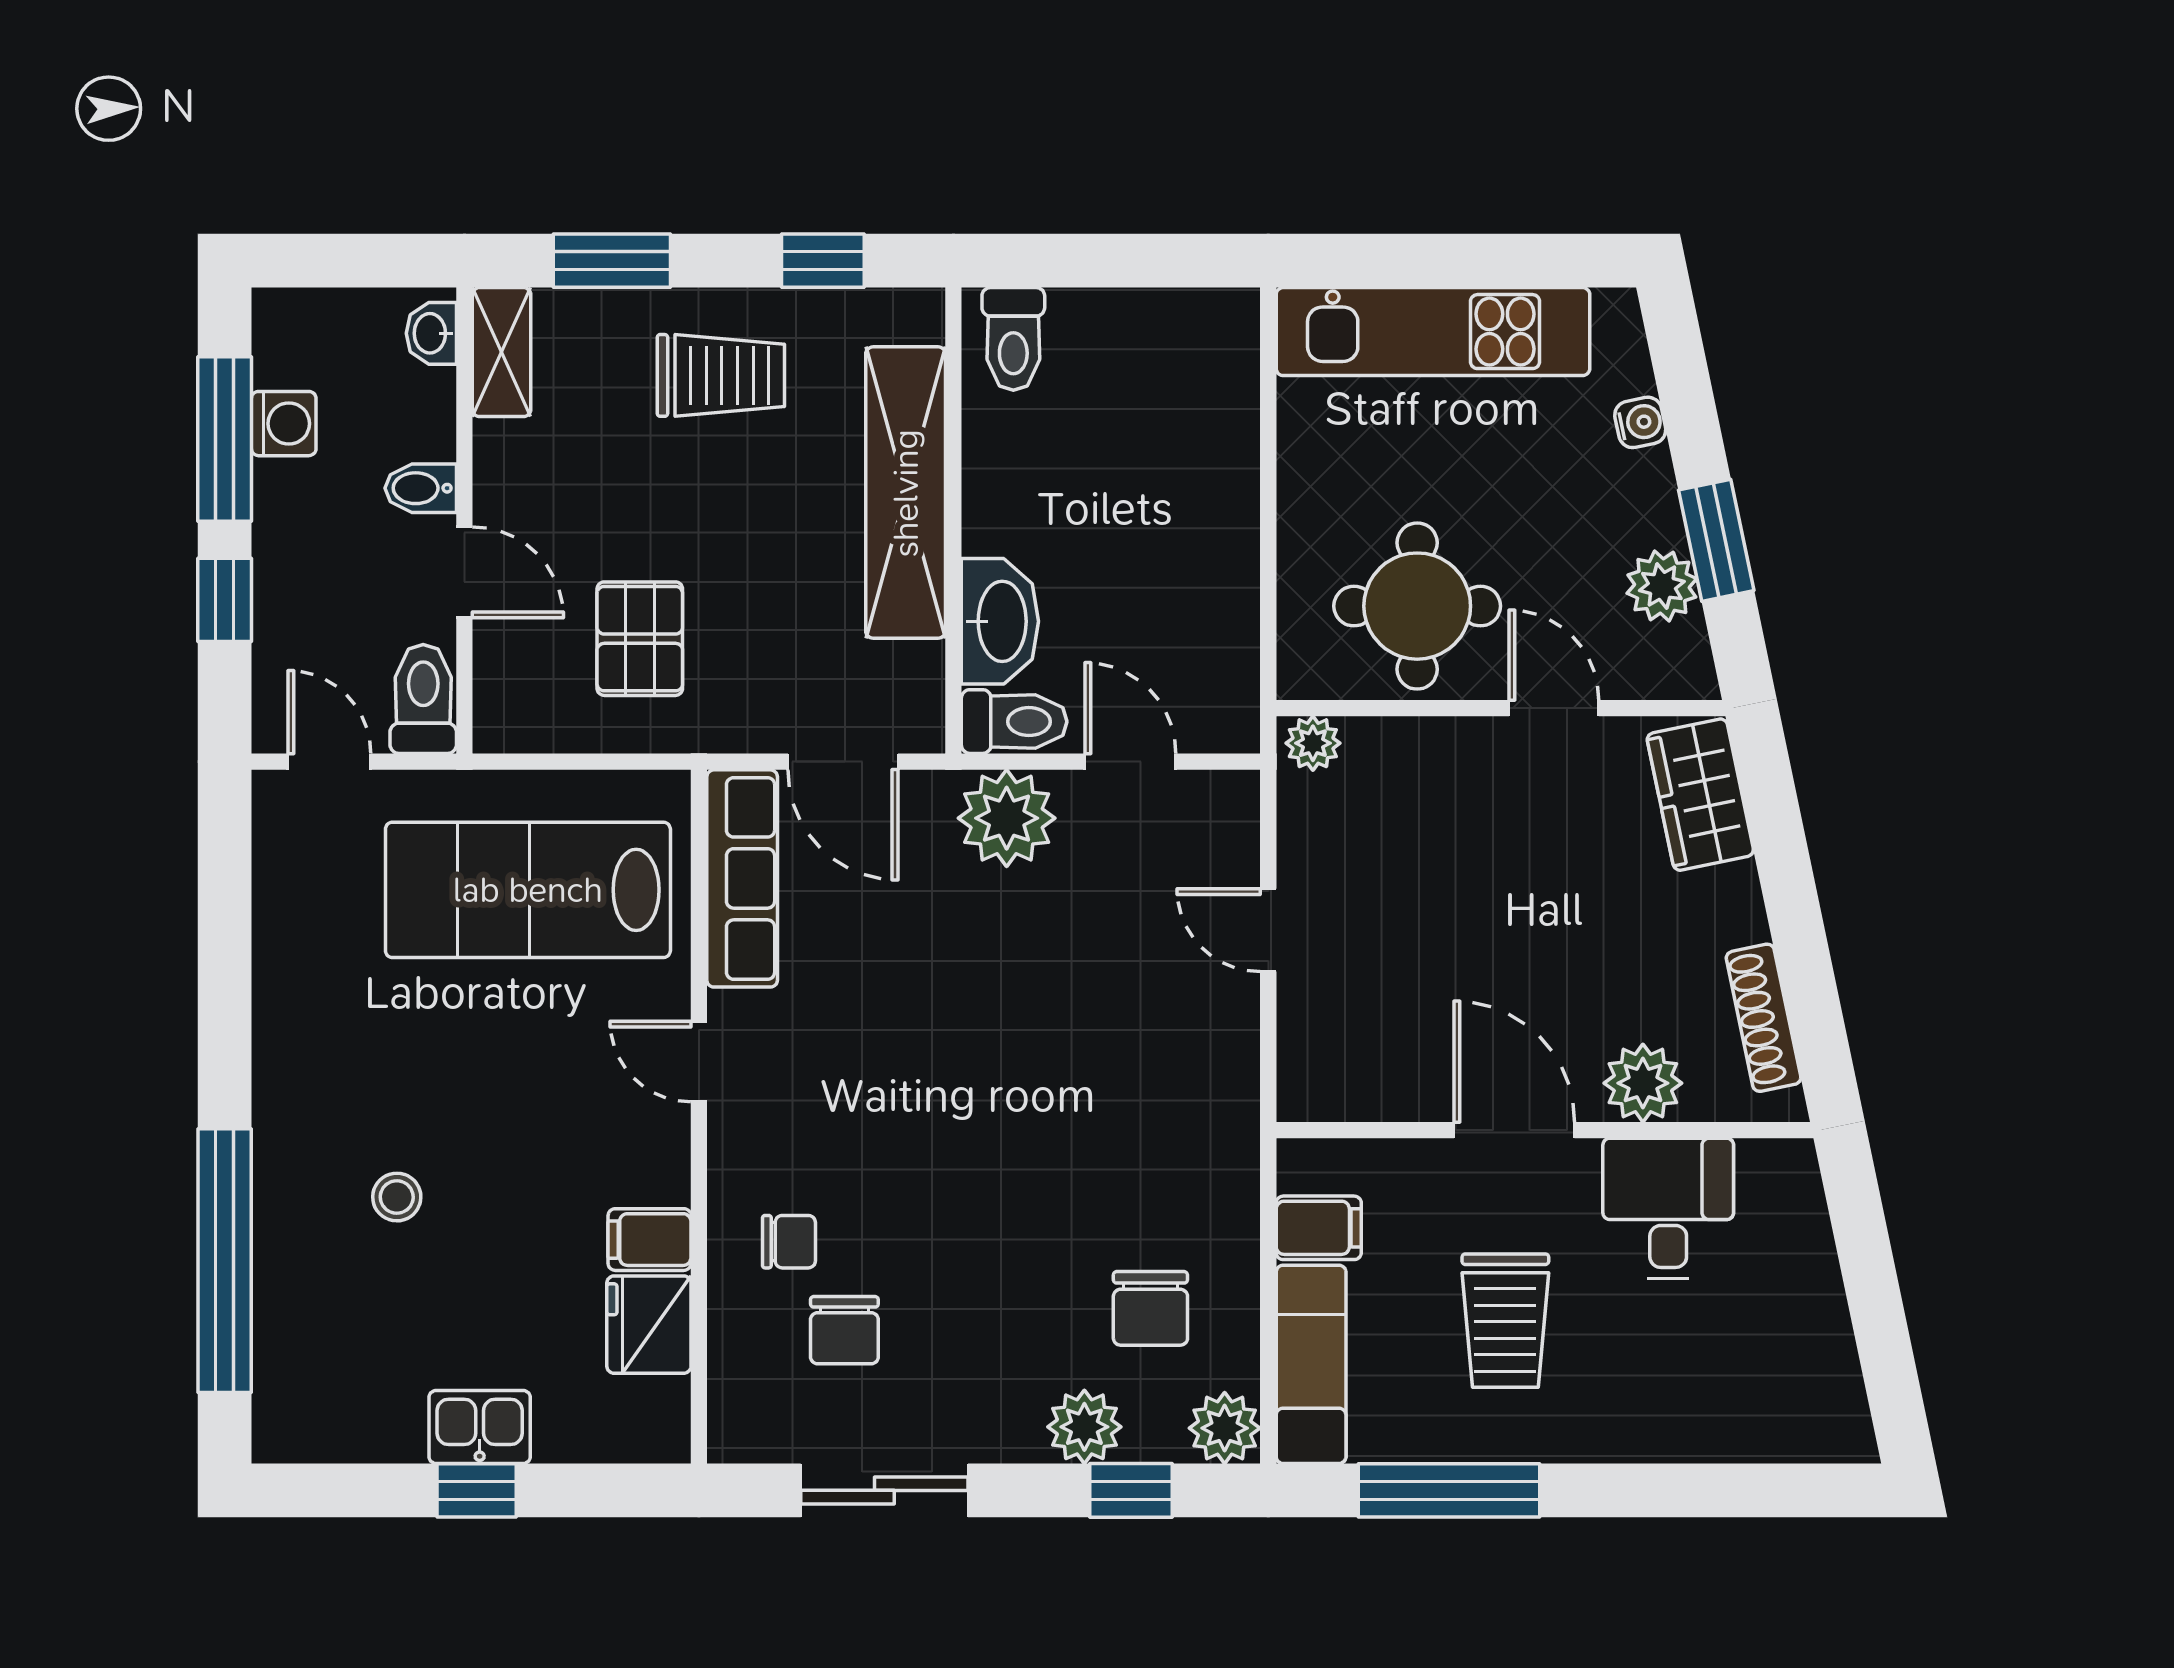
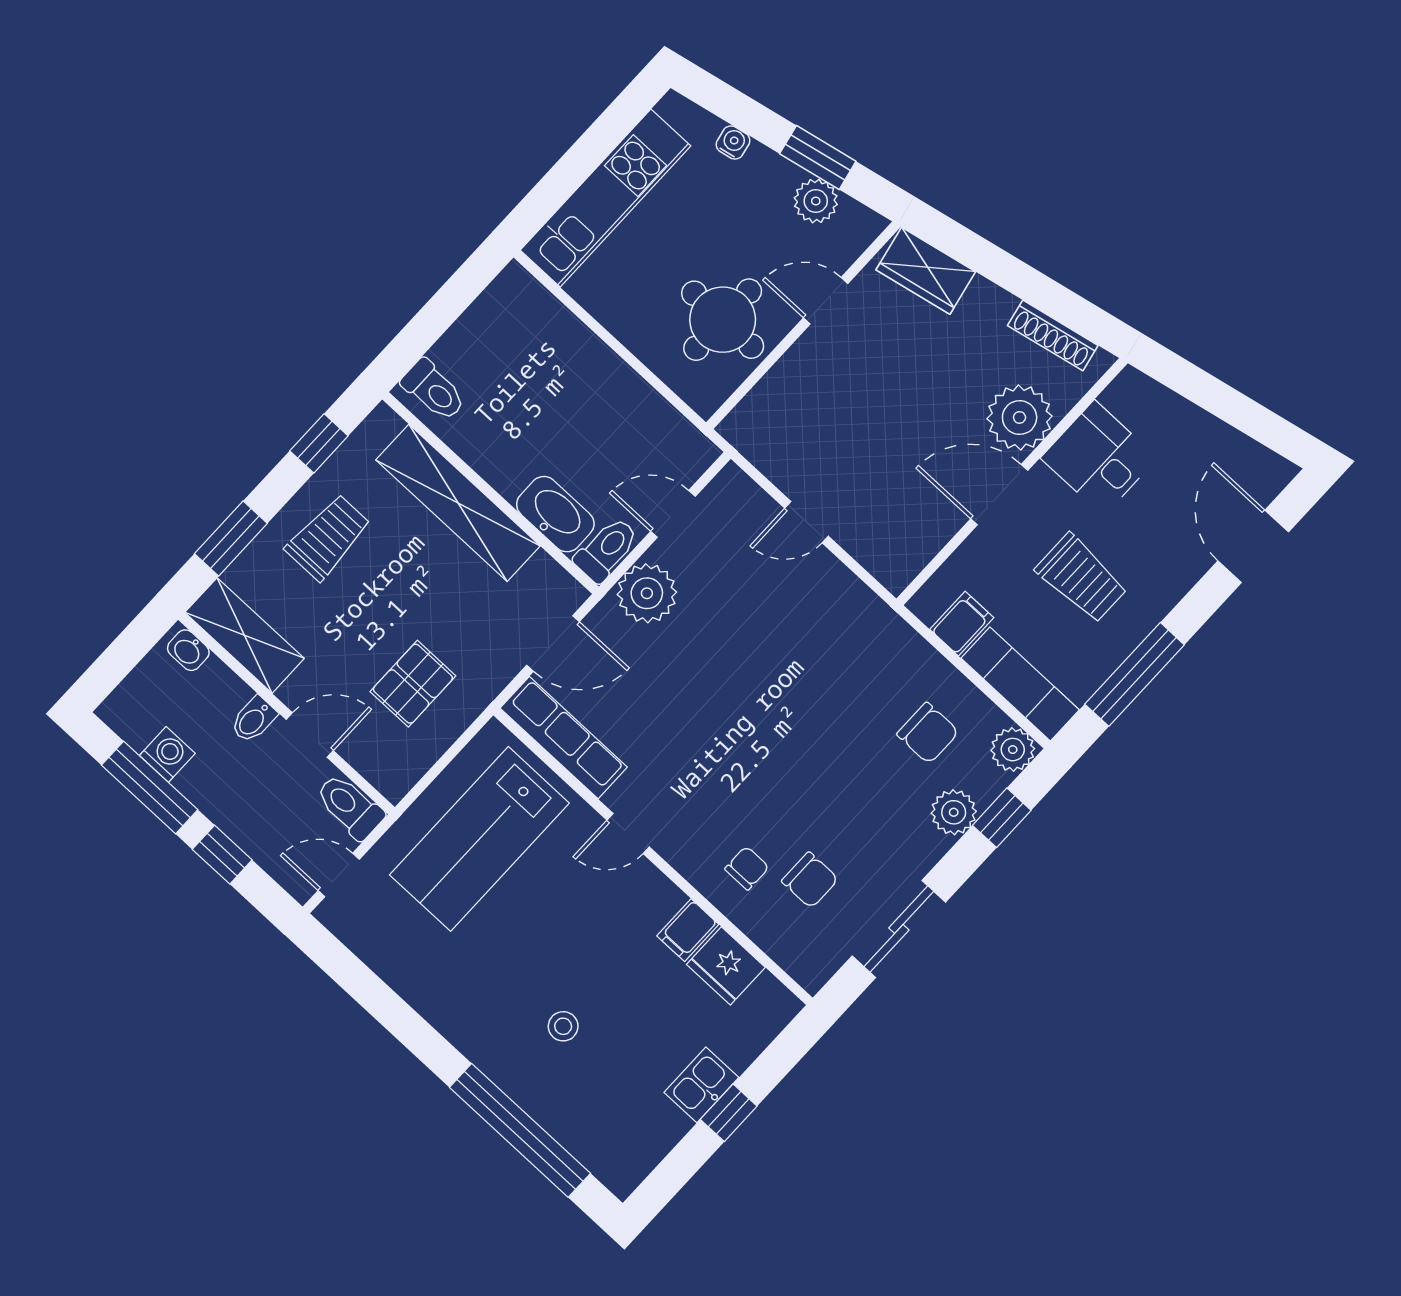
shelving: (502, 352) -> (245, 635), width x1.50, depth x1.33
pallet: (640, 639) -> (413, 684), turned 90
plant: (1313, 743) -> (741, 424), removed
plant: (1643, 1083) -> (1020, 417), width x1.36, depth x1.36
door: (1733, 1490) -> (1253, 546), added

